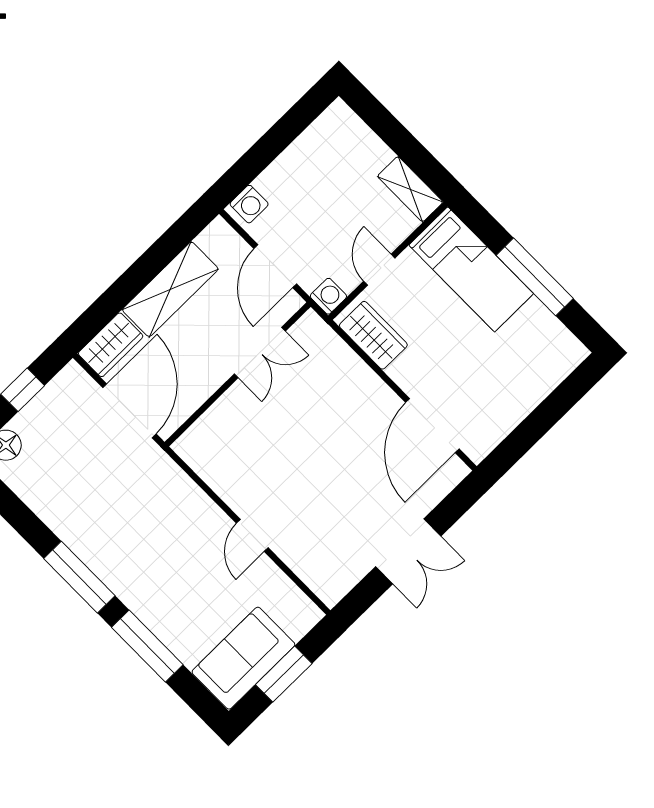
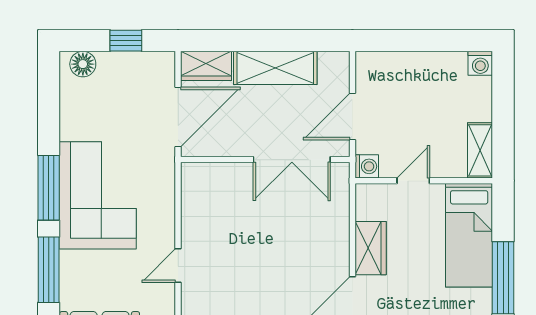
washing machine: (249, 204) -> (480, 63), moved
wardrobe: (373, 335) -> (371, 248), moved
double door: (260, 352) -> (292, 160), width x1.37
corner sofa: (127, 543) -> (98, 195), added

